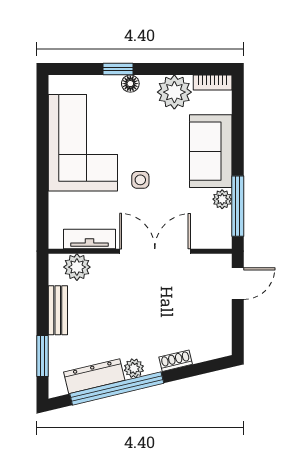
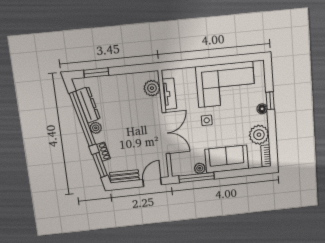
door: (238, 284) -> (152, 182), swing flipped
bench: (58, 310) -> (124, 176), moved
window: (198, 369) -> (100, 165), added

